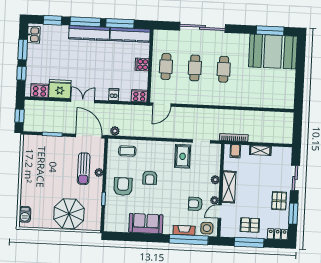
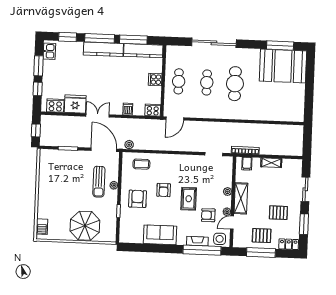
cafe table: (224, 69) -> (235, 84), width x1.37, depth x1.35
rug: (183, 156) -> (189, 199), moved
pallet: (279, 201) -> (278, 213), moved, turned 90

